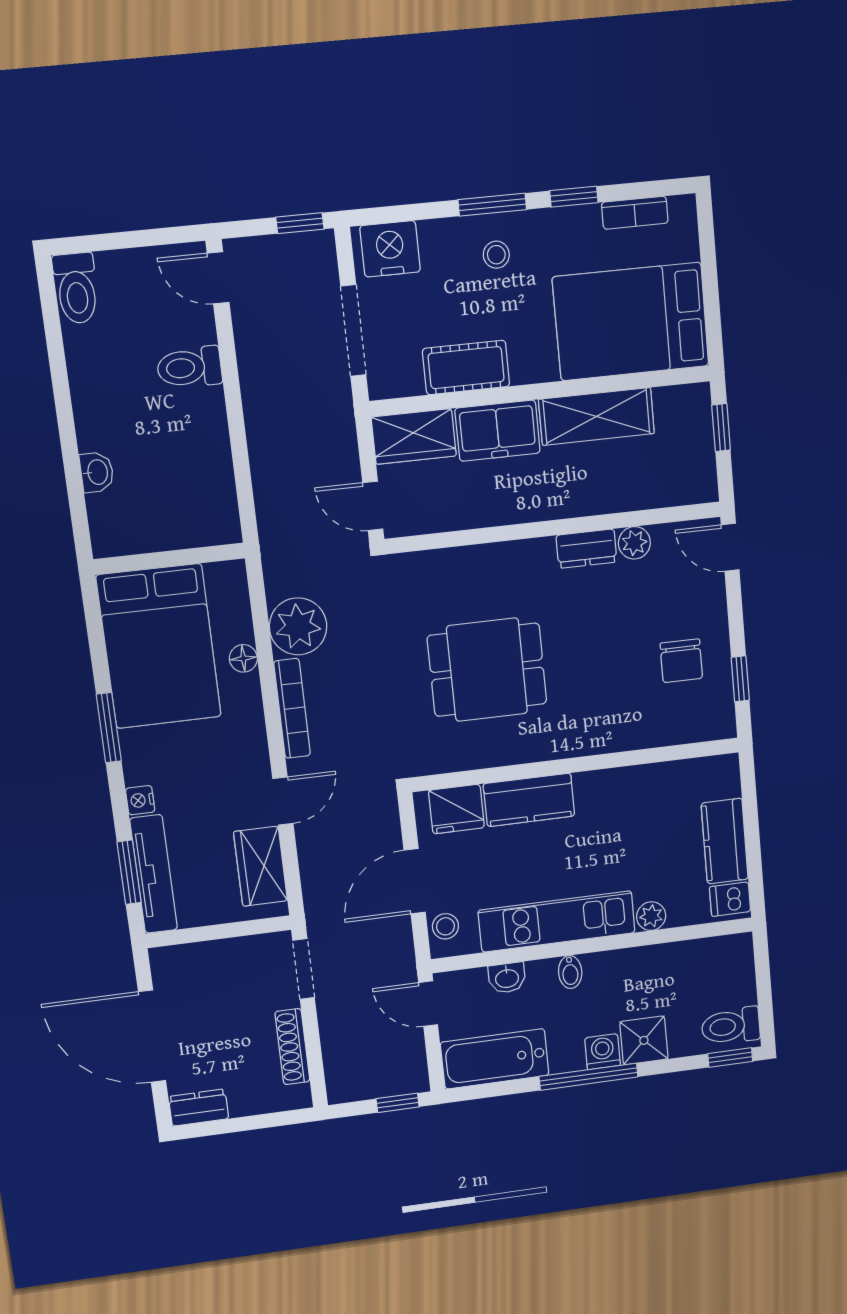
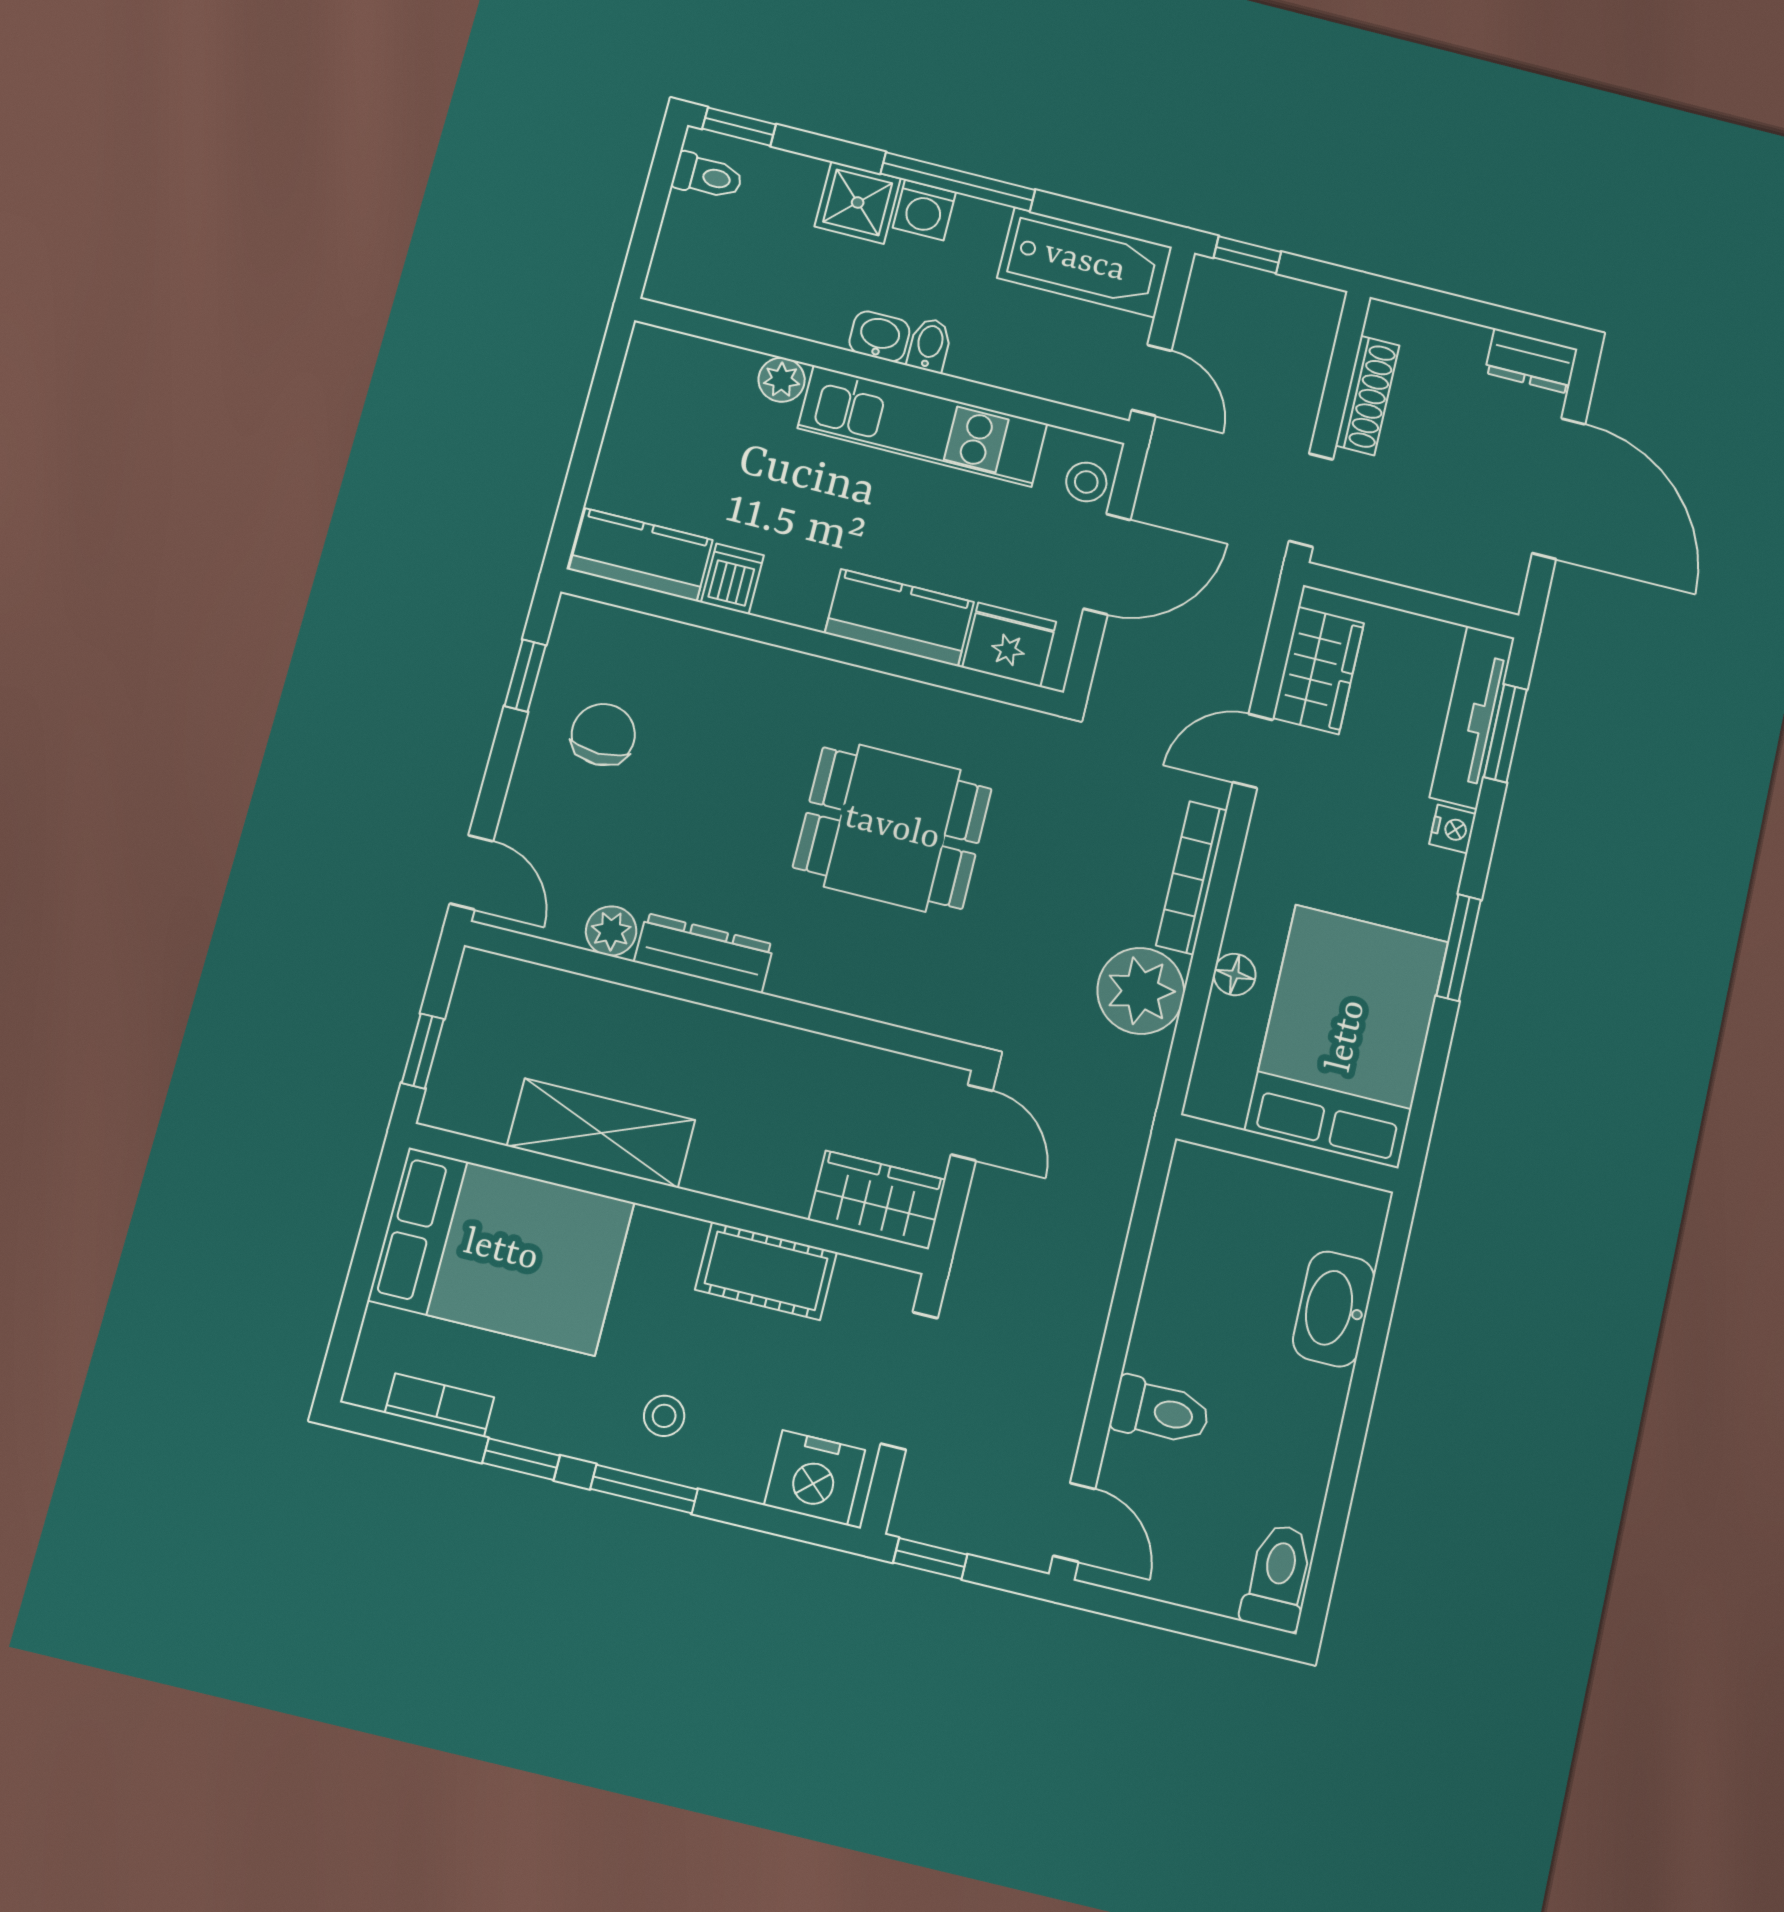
freezer: (498, 431) -> (753, 1165), removed
washbasin: (97, 472) -> (1334, 1309), width x1.91, depth x1.45
dresser: (586, 549) -> (704, 953), width x1.44
kitchen counter: (725, 841) -> (641, 555), moved, turned -90
dishwasher: (730, 899) -> (732, 579), moved, turned -90
washbasin: (507, 978) -> (879, 336), moved
toilet: (731, 1026) -> (708, 176), width x0.73, depth x0.72

